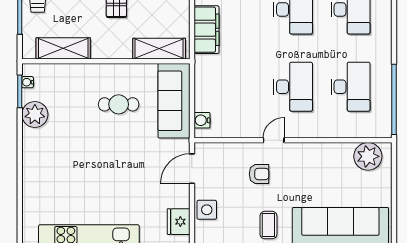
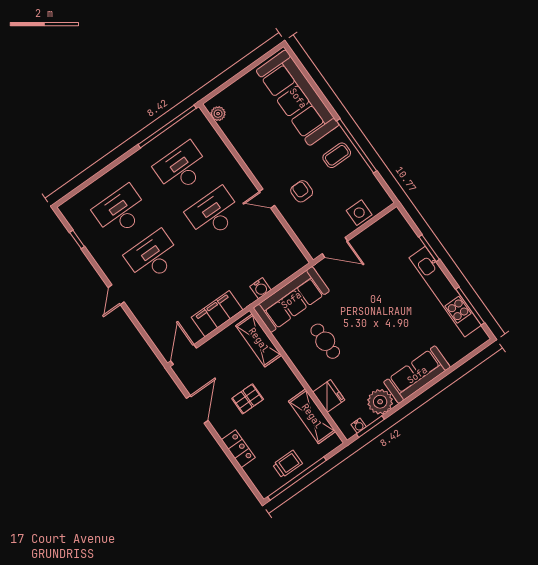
water cooler: (202, 120) -> (260, 288), moved
plant: (368, 156) -> (218, 114), width x0.53, depth x0.53
sofa: (36, 162) -> (417, 375), added
fridge: (179, 222) -> (329, 396), moved, turned -90

